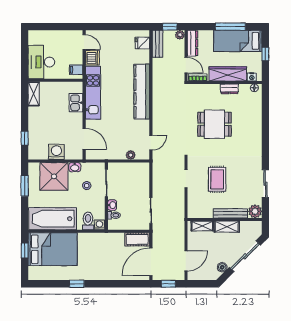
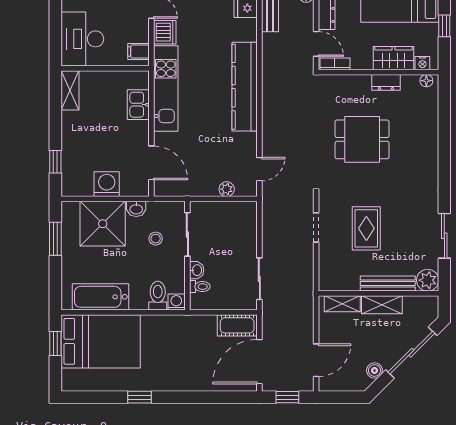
wardrobe: (228, 74) -> (394, 58), width x0.67
bathtub: (53, 219) -> (100, 297), width x0.73, depth x0.73

